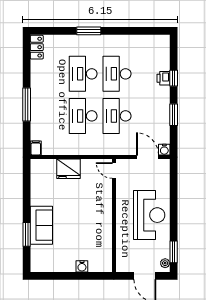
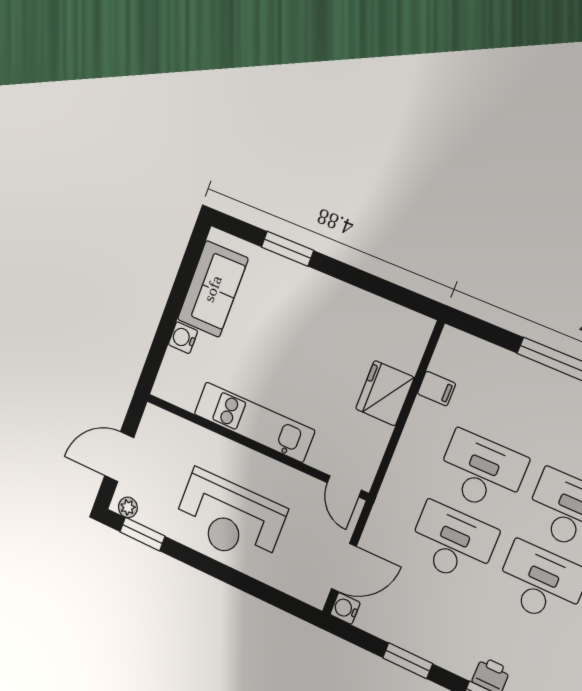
filing cabinet: (36, 148) -> (437, 389), moved
door: (114, 170) -> (344, 486), swing flipped
kitchen unit: (104, 220) -> (254, 422), added
sofa: (41, 225) -> (213, 289), moved, turned -90

